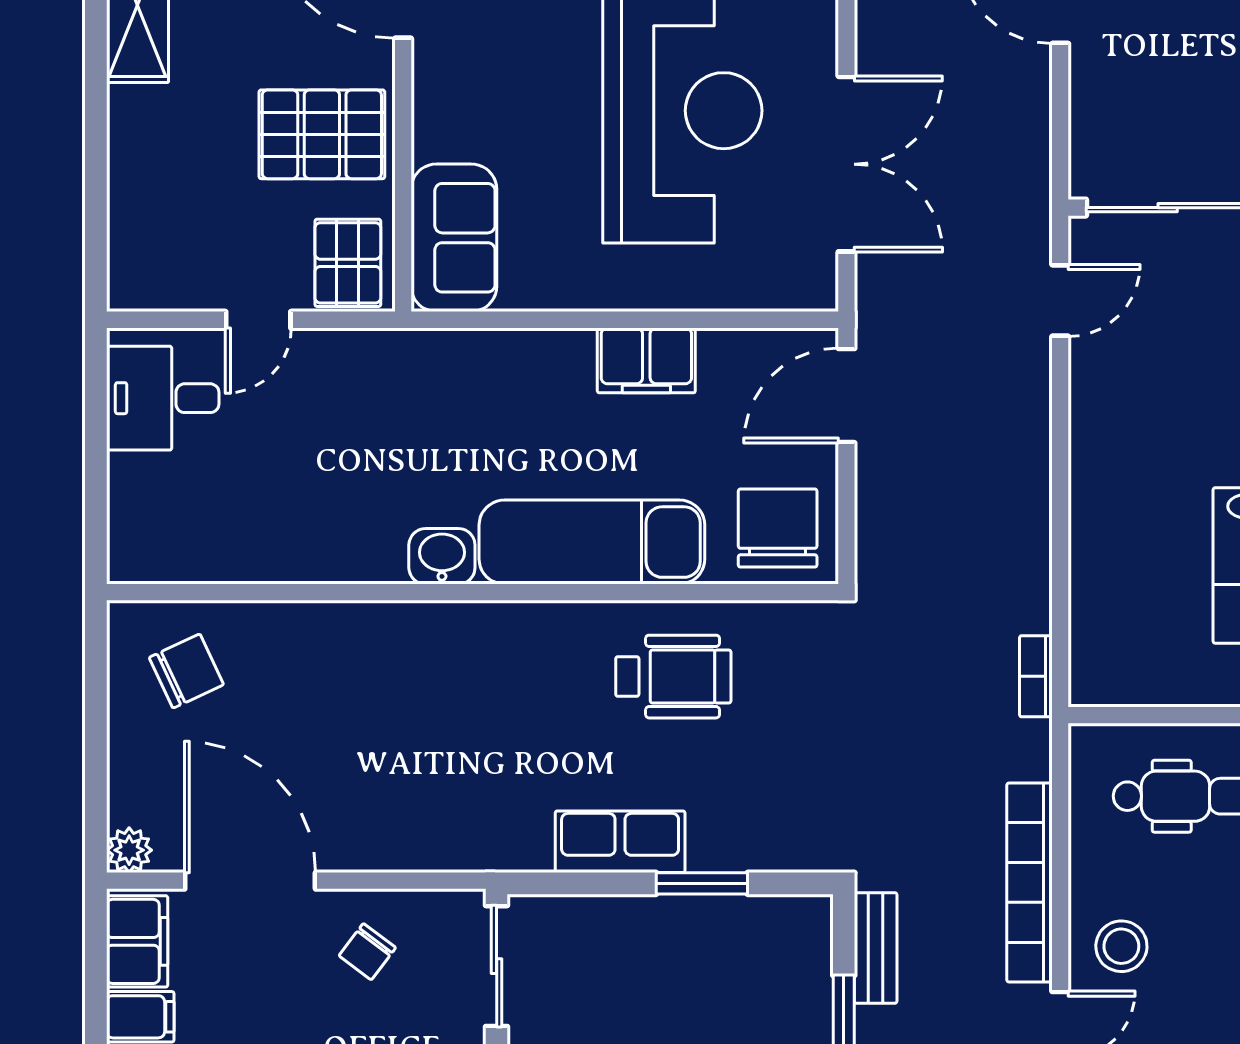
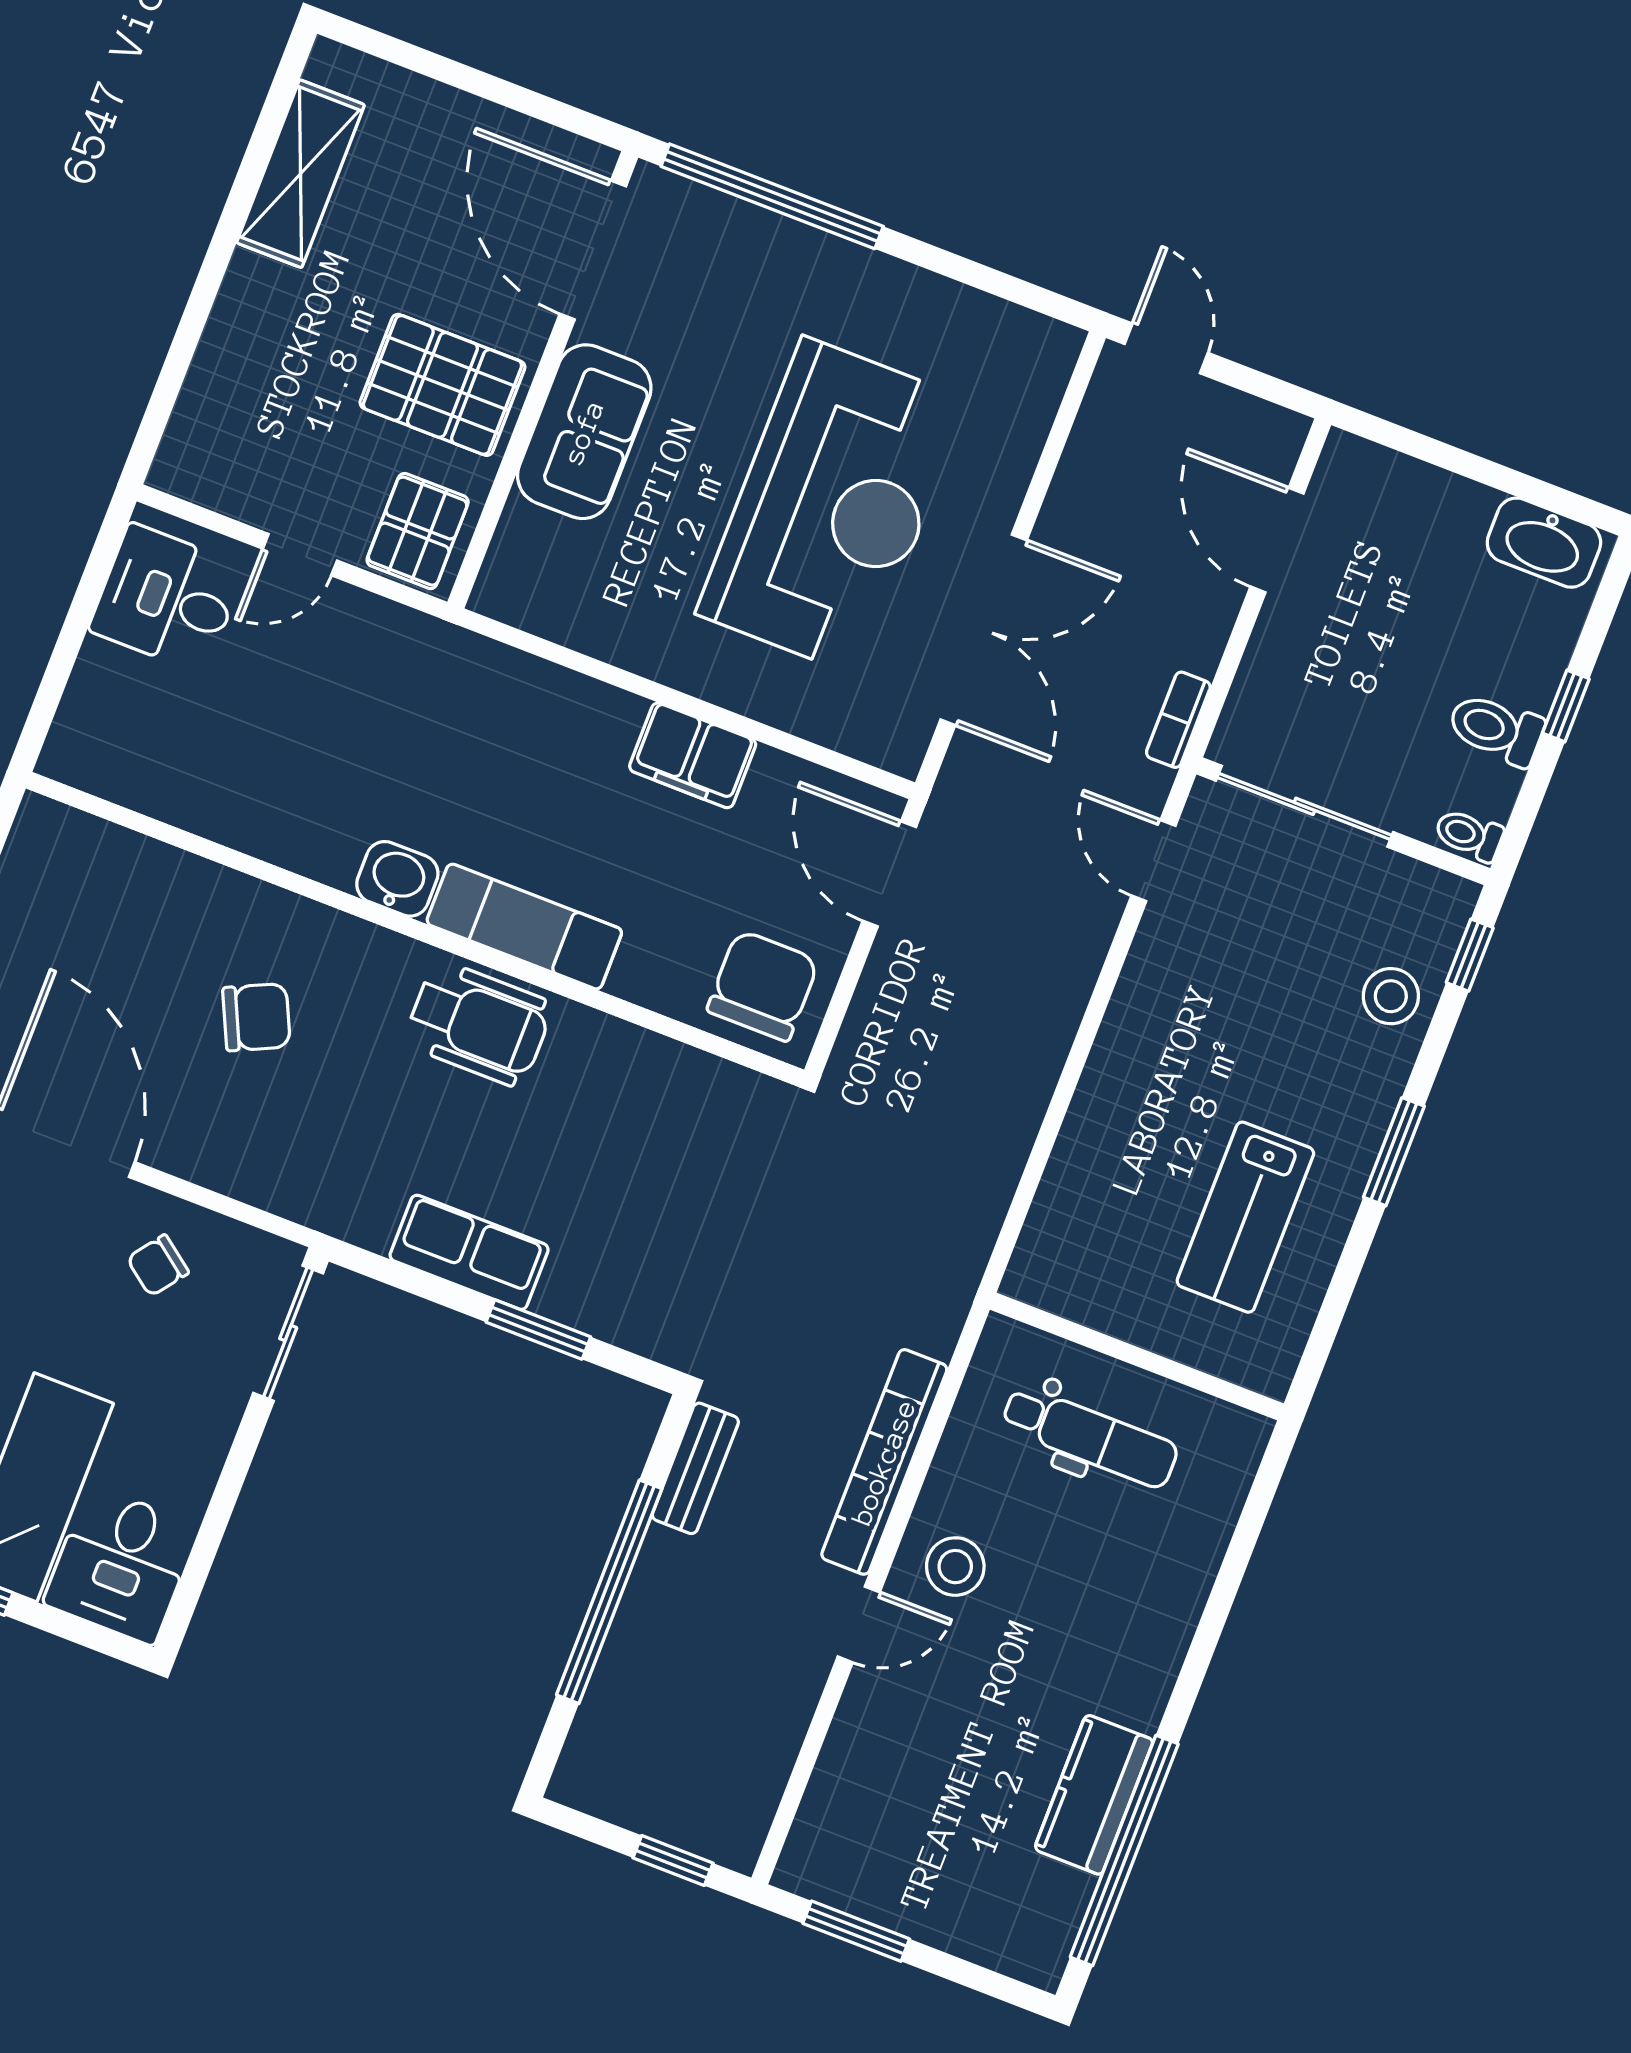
sofa: (454, 238) -> (584, 432), moved
door: (1060, 300) -> (1153, 861), swing flipped
door: (846, 396) -> (889, 874), hinge flipped
exam couch: (592, 542) -> (524, 927), width x0.73, depth x0.69
chair: (186, 671) -> (256, 1017), moved
bookcase: (1036, 676) -> (1178, 720), moved
wheelchair: (673, 677) -> (478, 1024), moved

